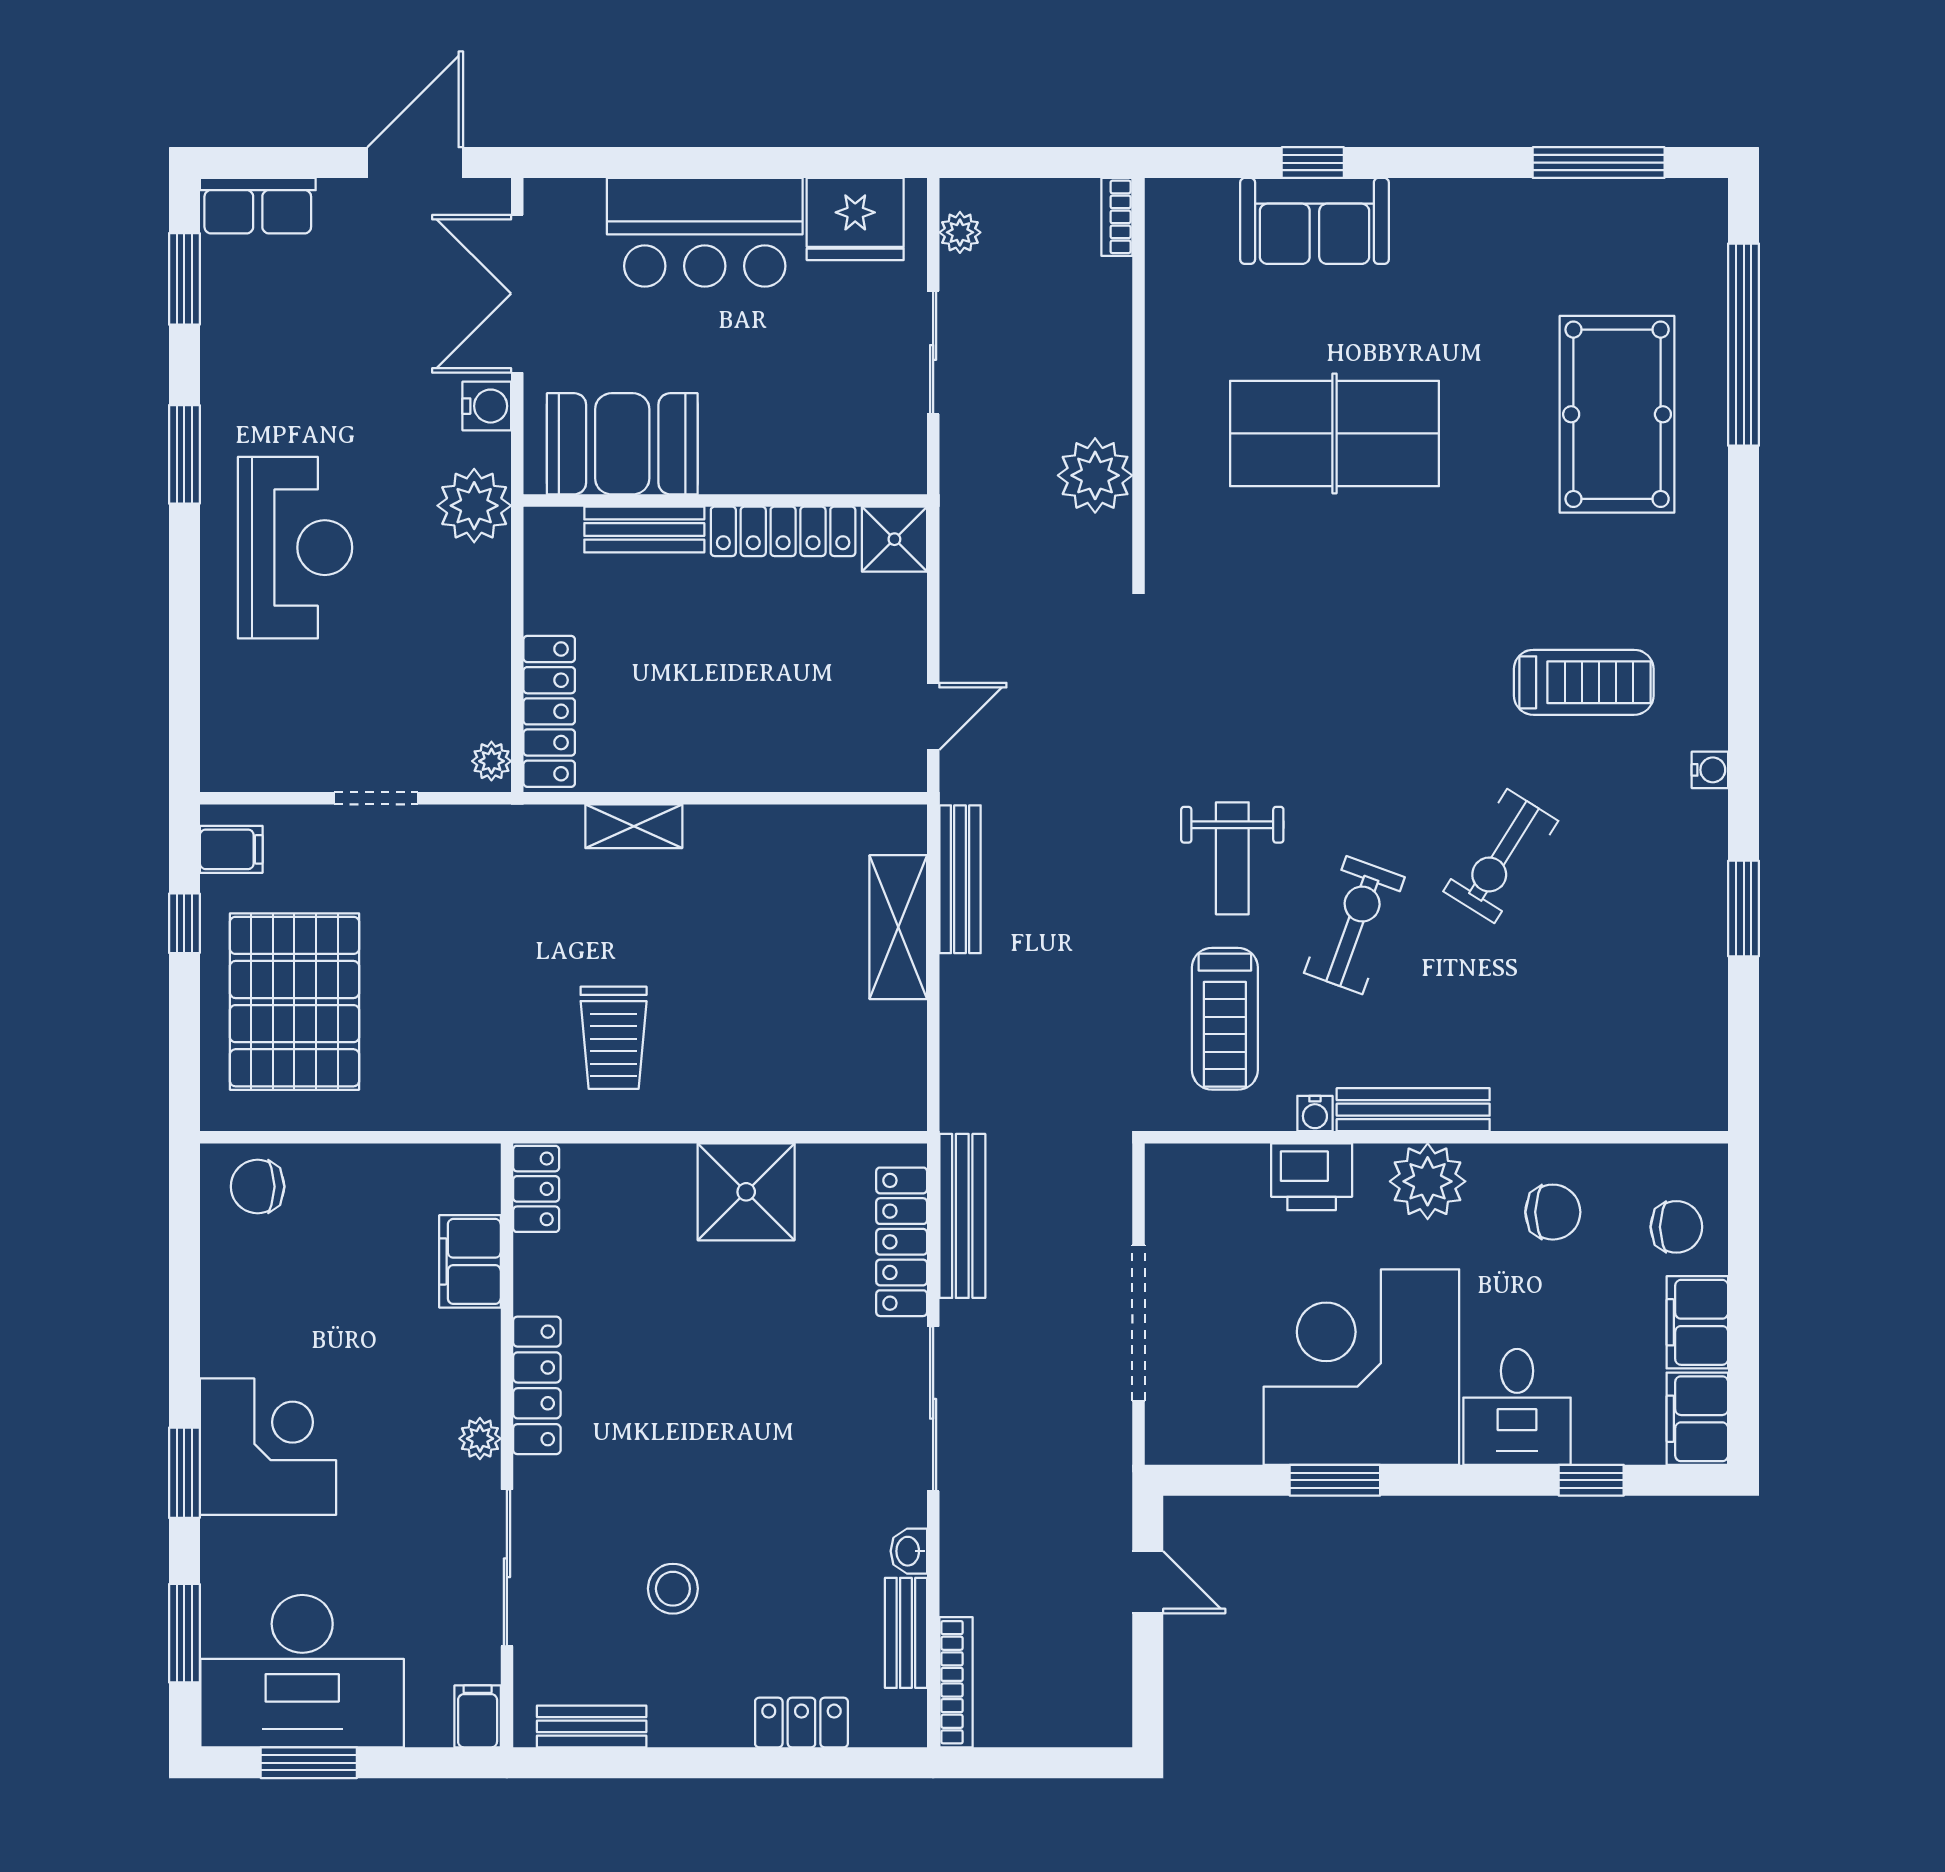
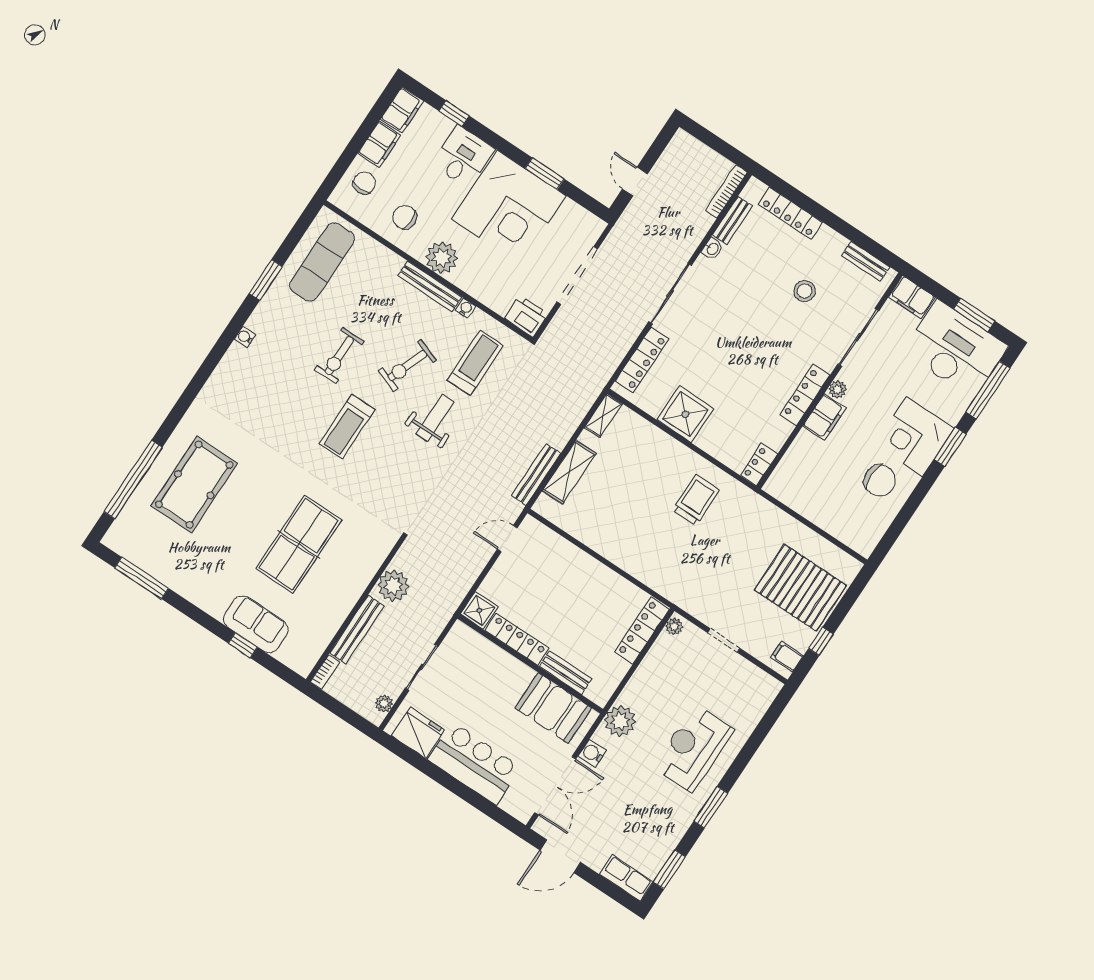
table tennis table: (1335, 433) -> (299, 544), turned 90
treadmill: (1584, 682) -> (347, 427), moved, turned -90
shelving: (634, 826) -> (603, 415), moved, turned 90
exercise bike: (1501, 856) -> (339, 356), turned 148
pallet: (294, 1002) -> (800, 588), turned 90
exercise mat: (1656, 1017) -> (322, 262), added
printer: (1312, 1177) -> (526, 316), moved
chair: (258, 1187) -> (880, 480), moved, width x1.37, depth x1.37
bench: (962, 1216) -> (357, 630), moved
chair: (1676, 1227) -> (364, 183), turned 90
filing cabinet: (470, 1261) -> (824, 417), moved
window: (184, 1633) -> (988, 390), width x1.44
filing cabinet: (478, 1716) -> (912, 297), width x2.00
locker: (801, 1723) -> (791, 213), width x1.53

